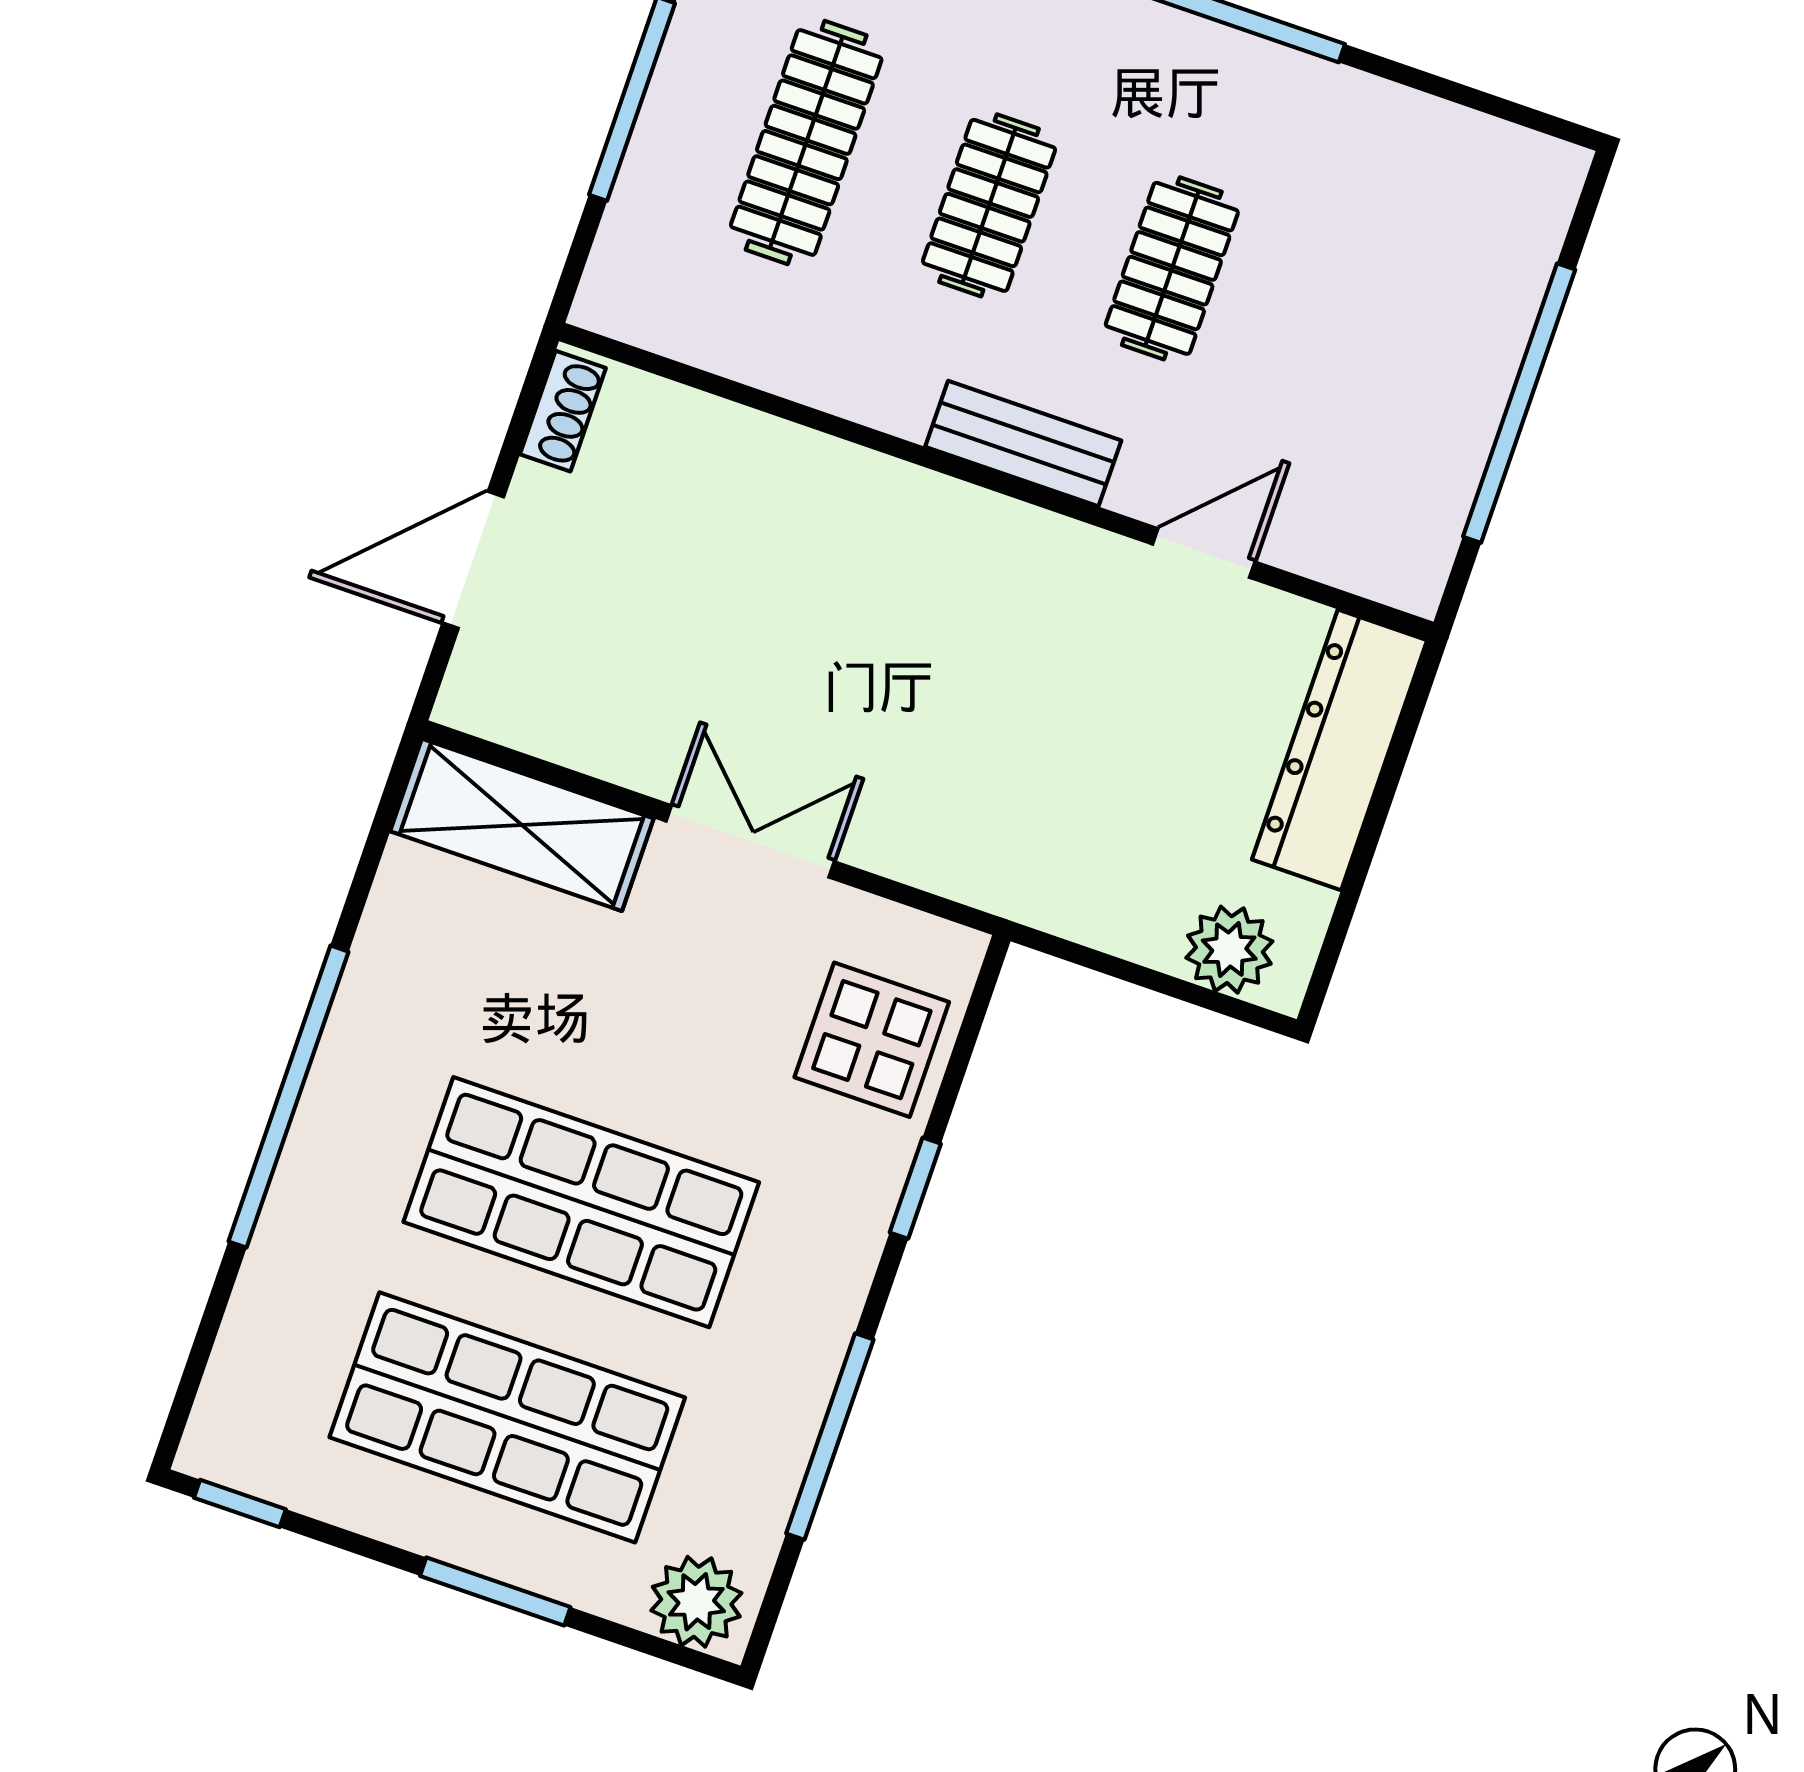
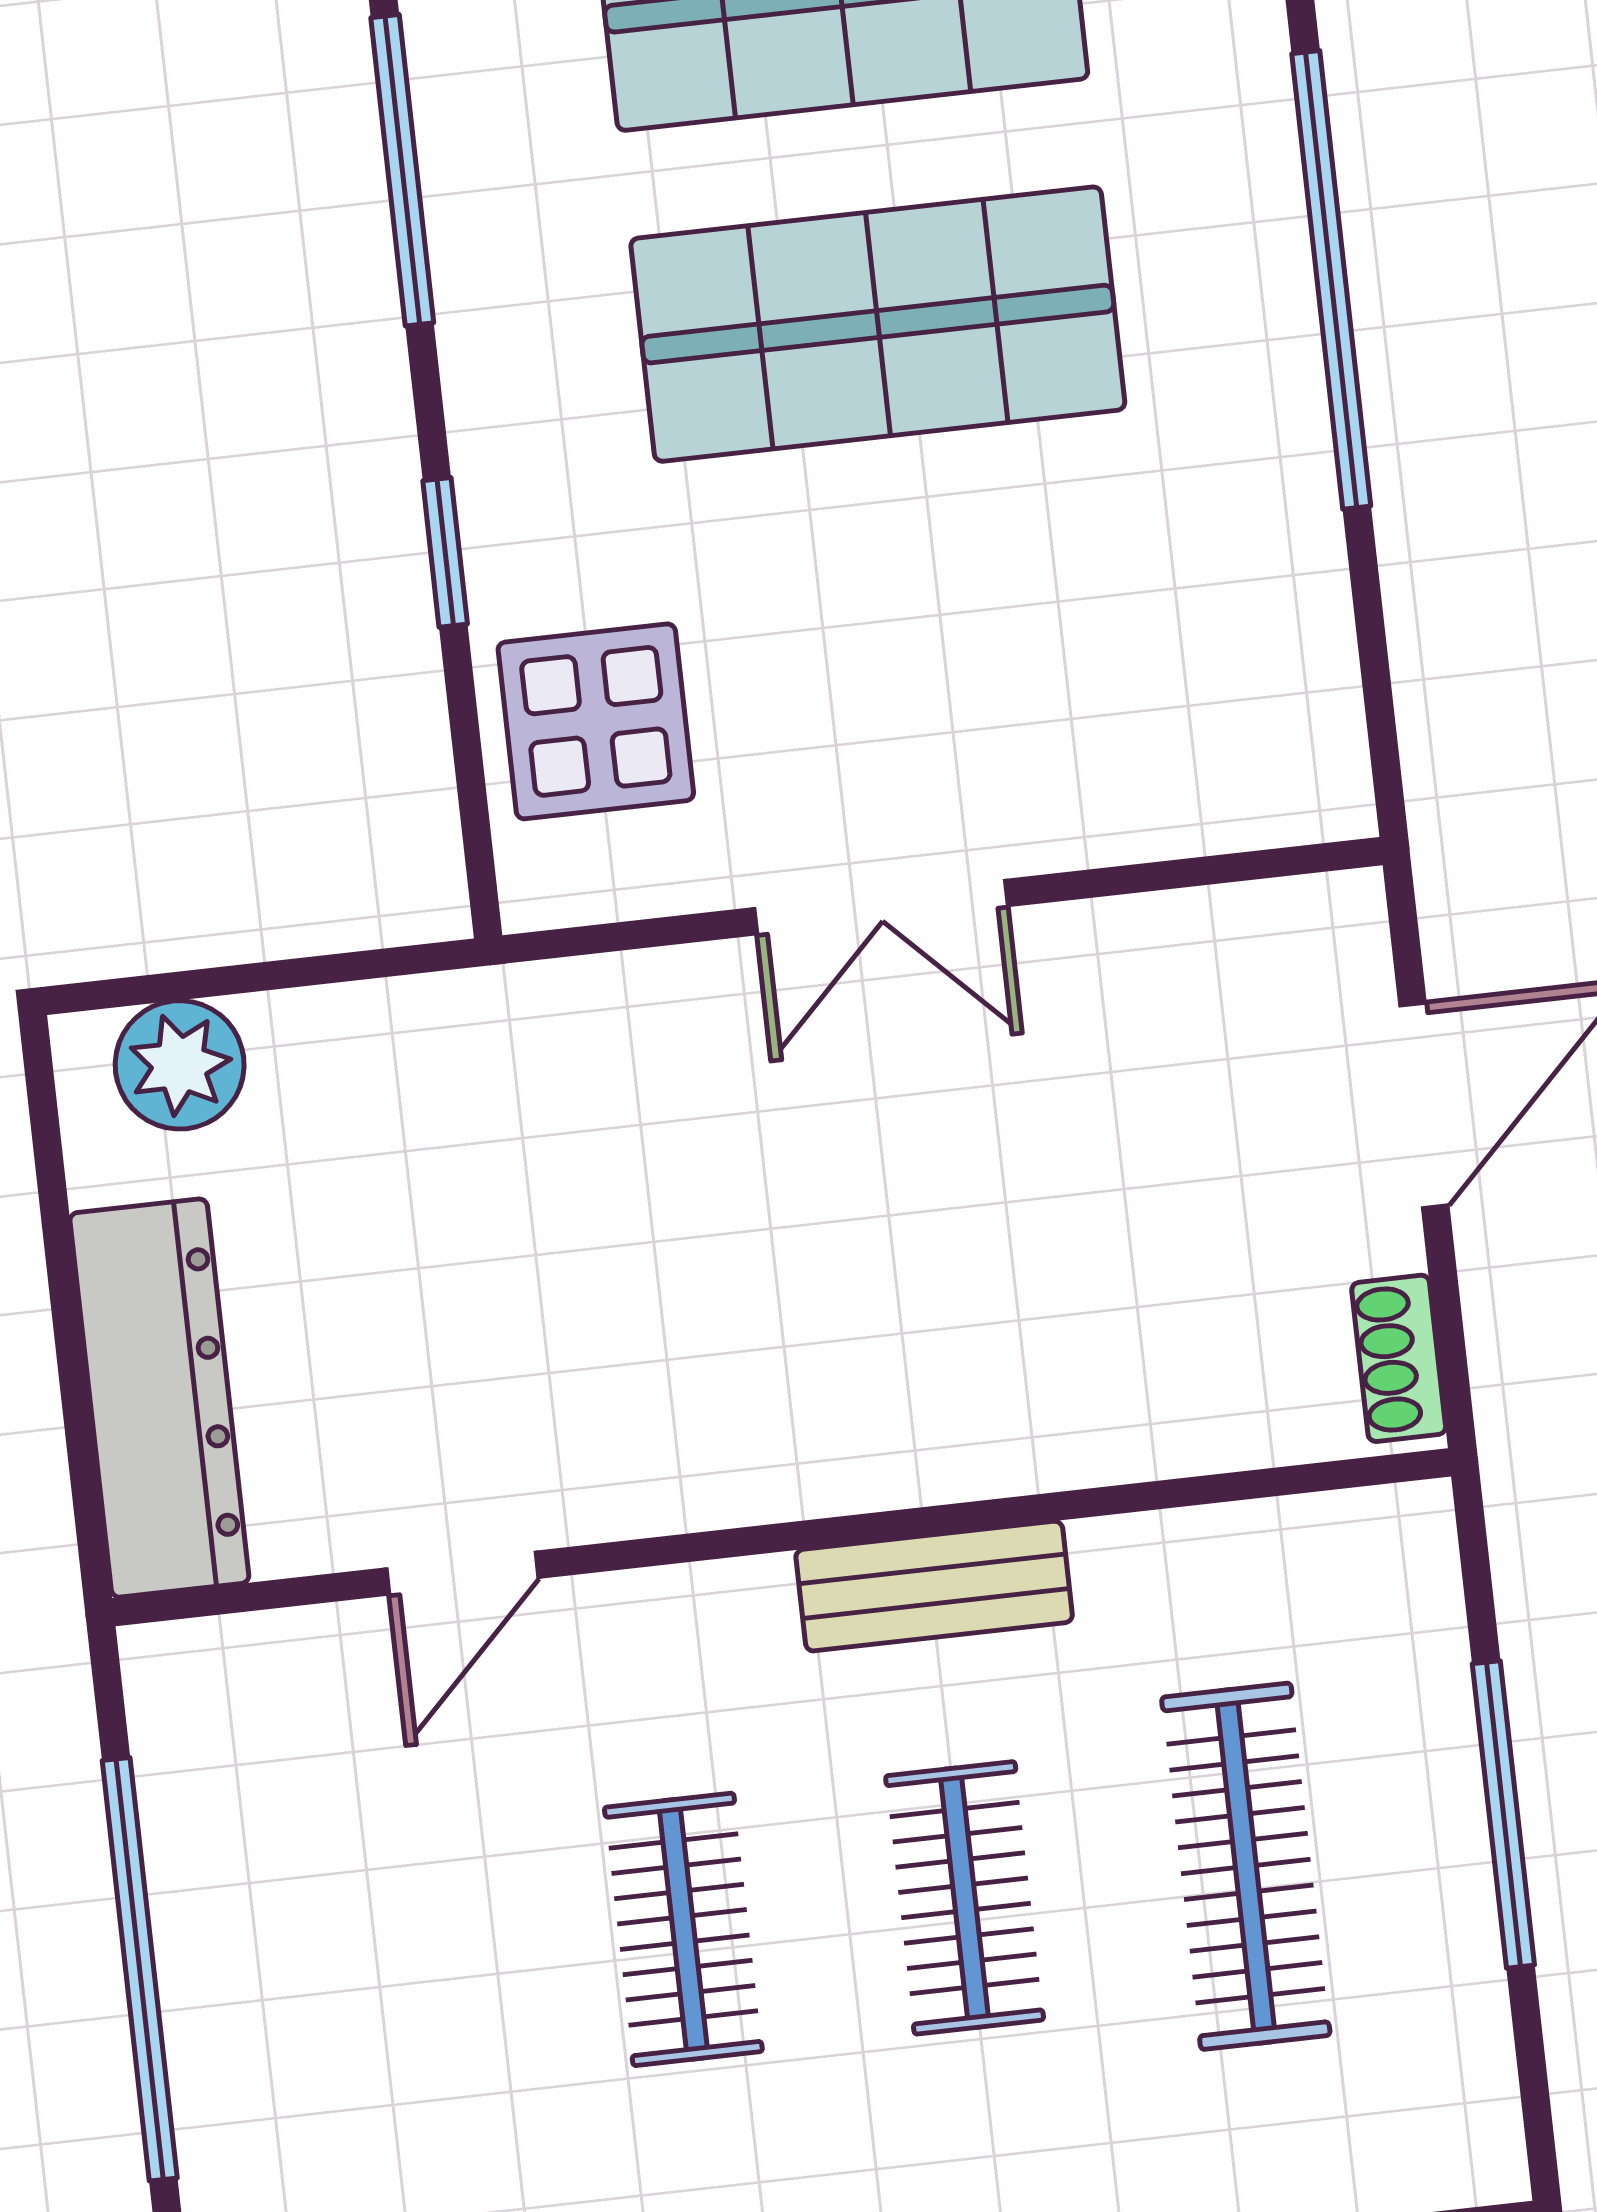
bench: (1023, 444) -> (934, 1586), moved
shelving: (522, 825) -> (1193, 786), removed

